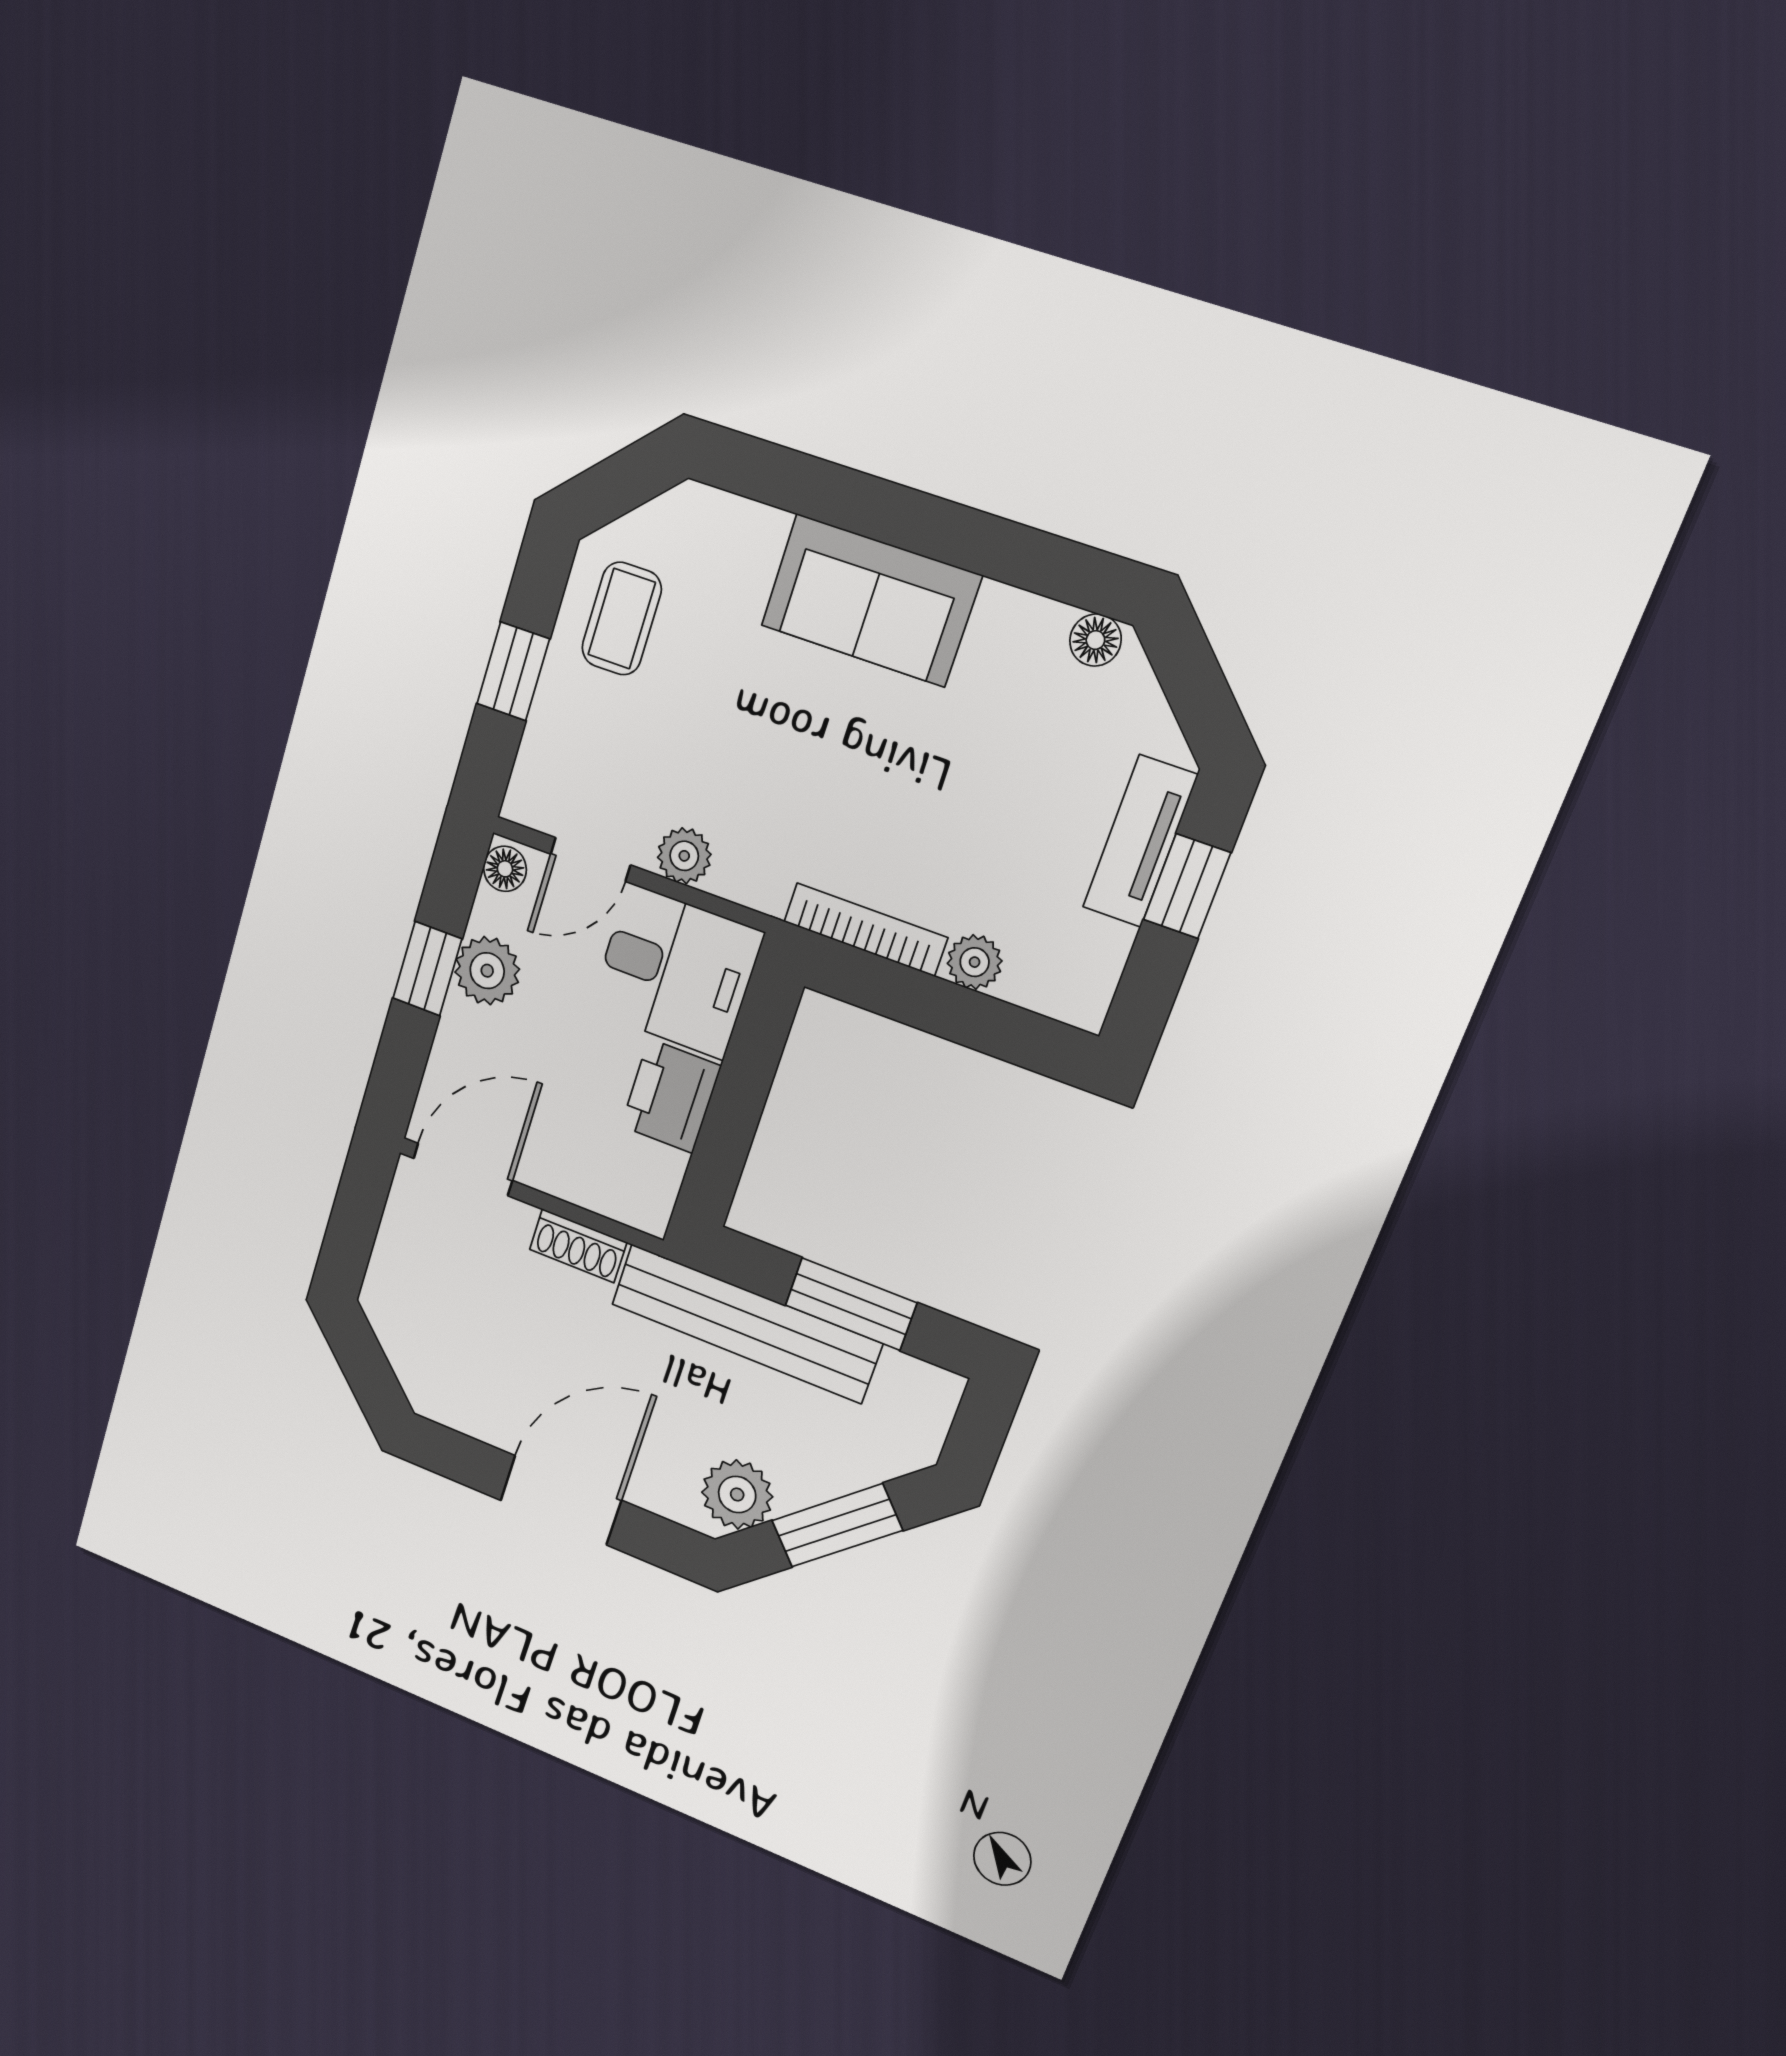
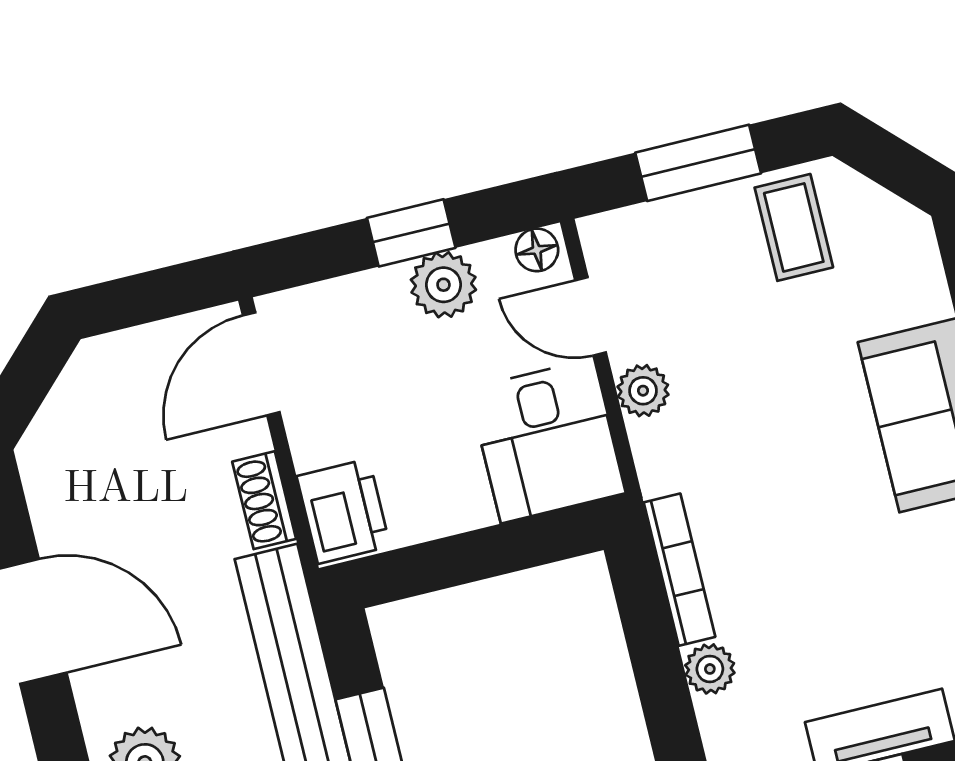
coffee table: (622, 619) -> (794, 227), turned 90
window: (513, 671) -> (698, 163), width x1.50
printer: (671, 1096) -> (343, 511), moved, turned 90
door: (463, 1169) -> (261, 364), swing flipped

